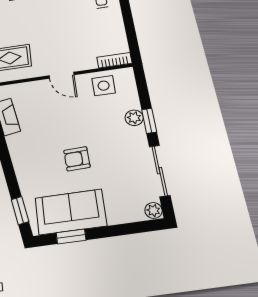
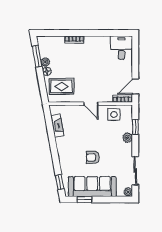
door: (132, 41) -> (135, 87), added
window: (149, 121) -> (135, 127), moved
sofa: (71, 212) -> (92, 187), width x1.36

